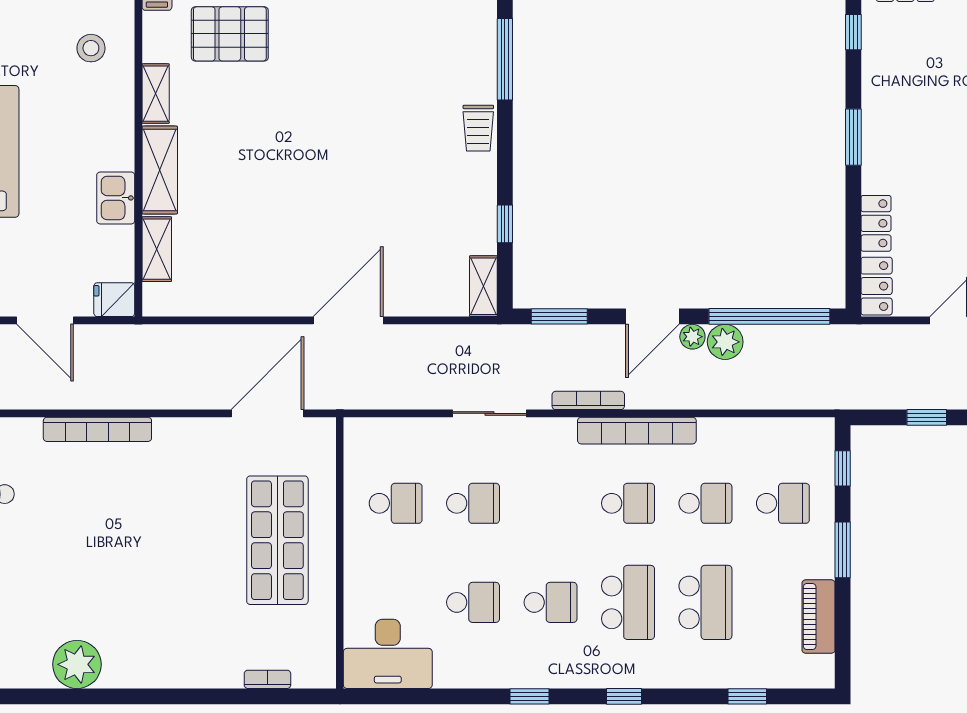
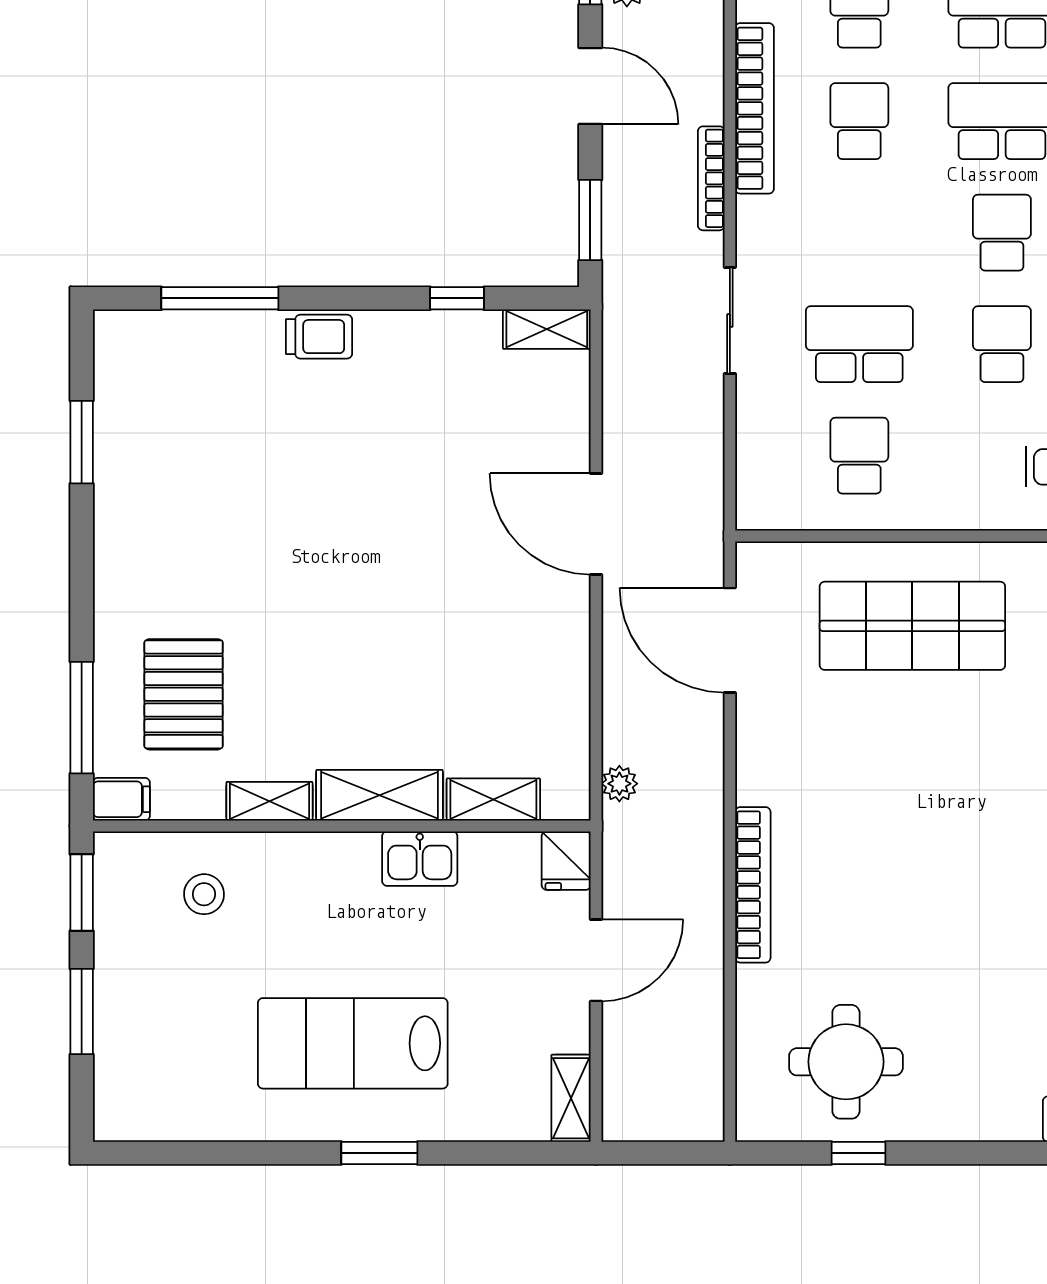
plant: (692, 337) -> (619, 784), moved
school desk: (473, 503) -> (859, 344), width x1.85

